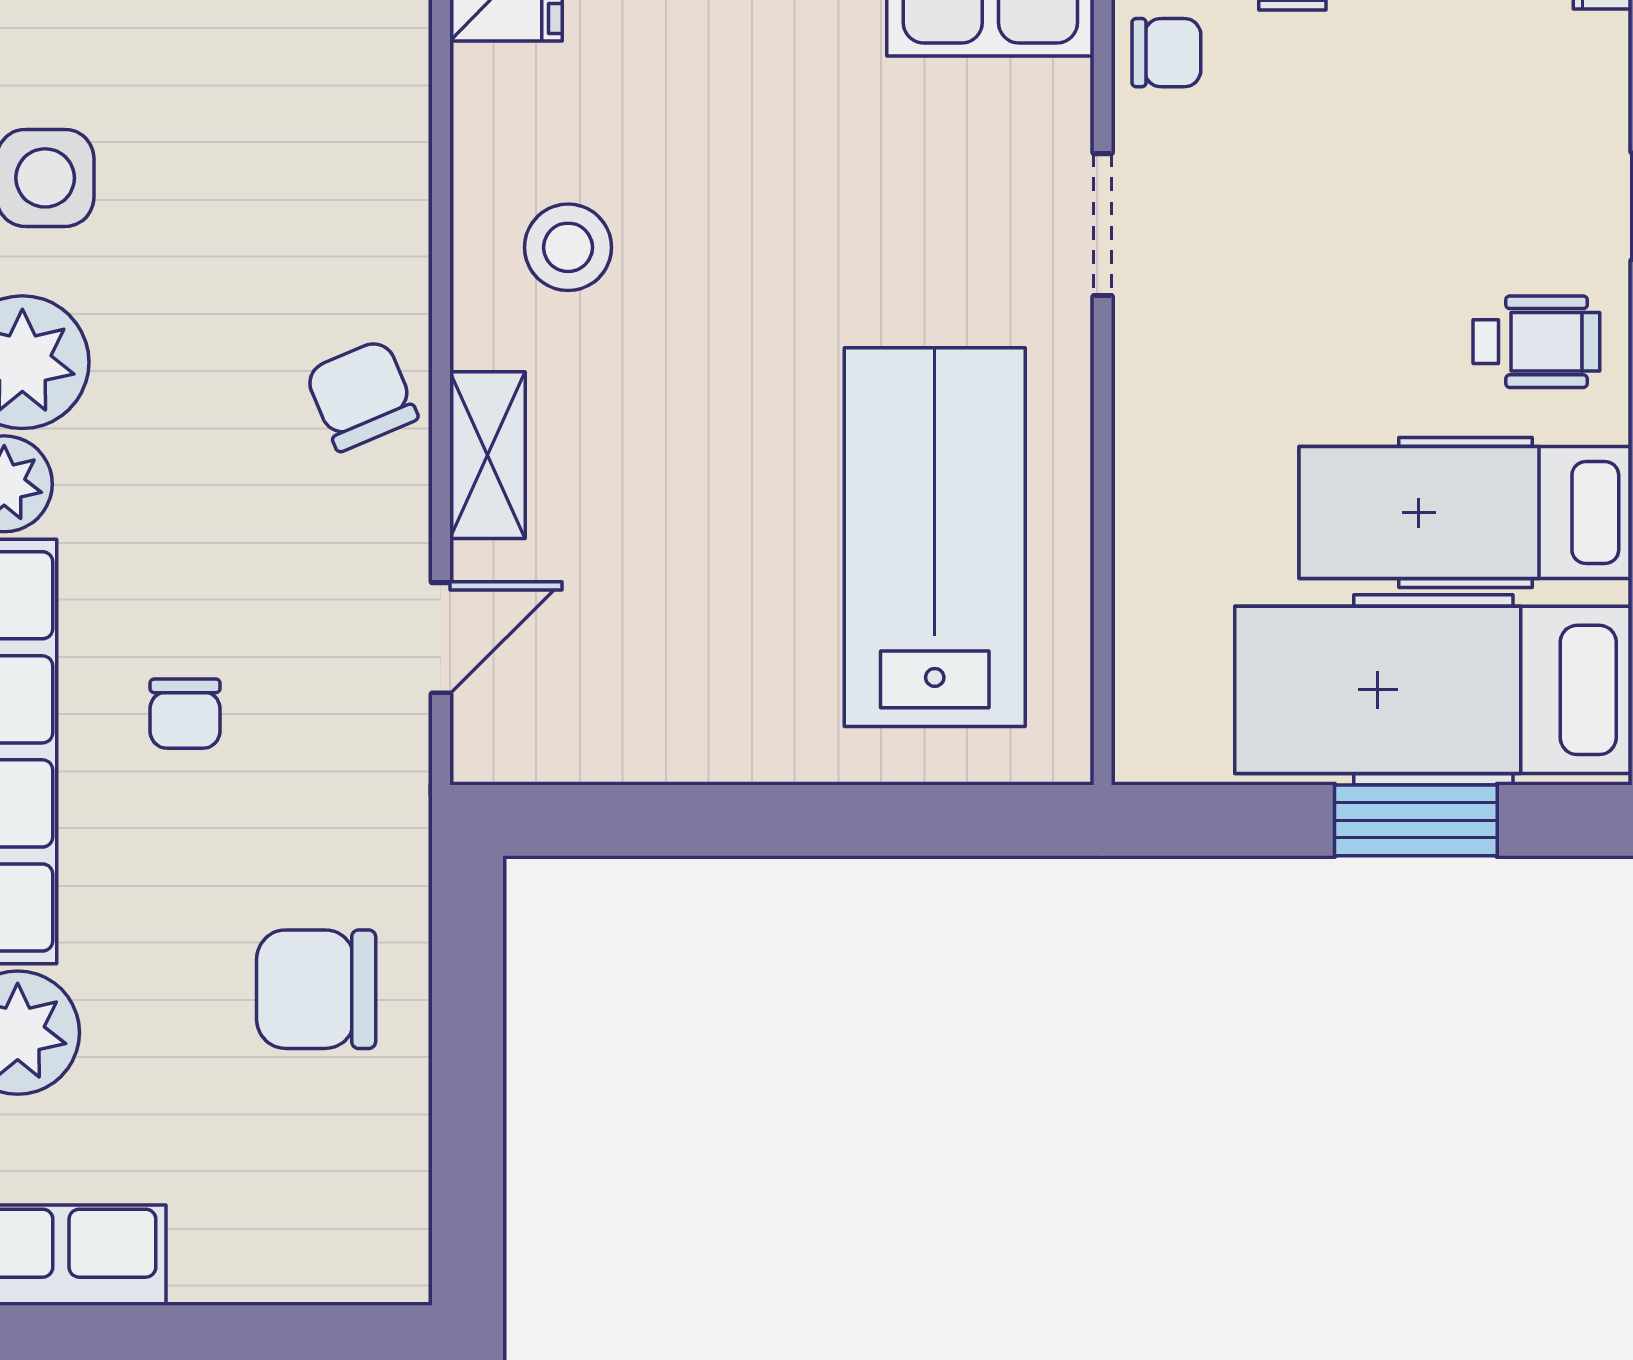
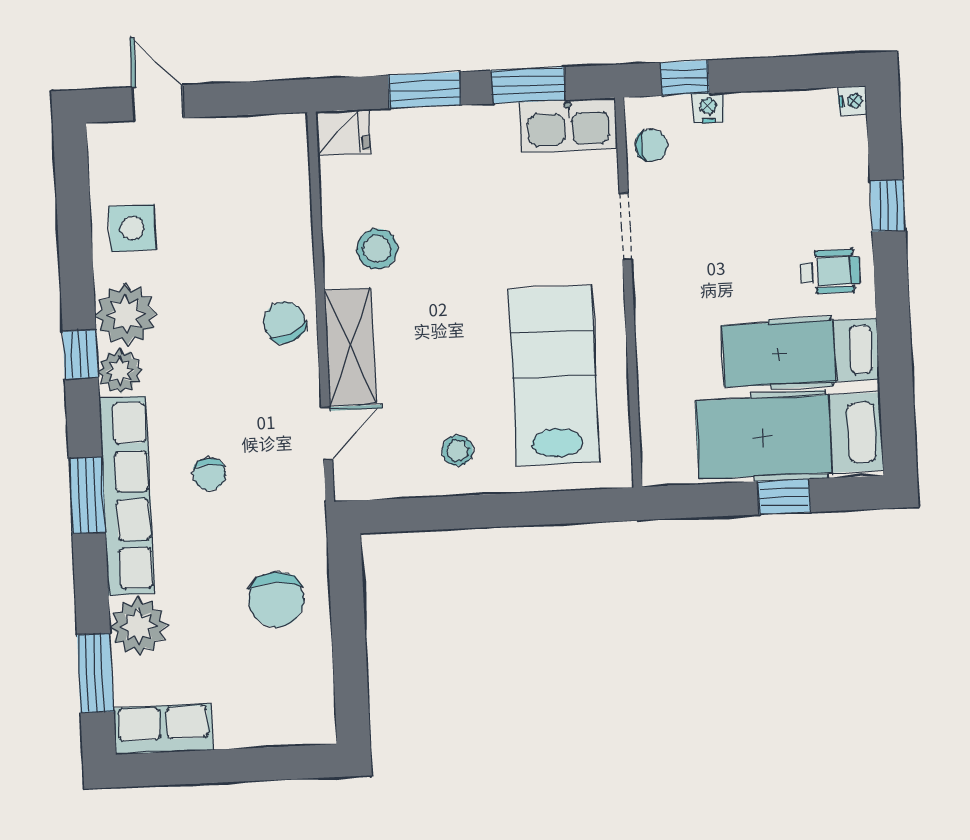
shelving: (487, 455) -> (350, 347), width x1.50, depth x1.33
stool: (720, 688) -> (458, 451), added
window: (1416, 820) -> (784, 497), width x0.67
chair: (316, 989) -> (276, 600), turned -90

